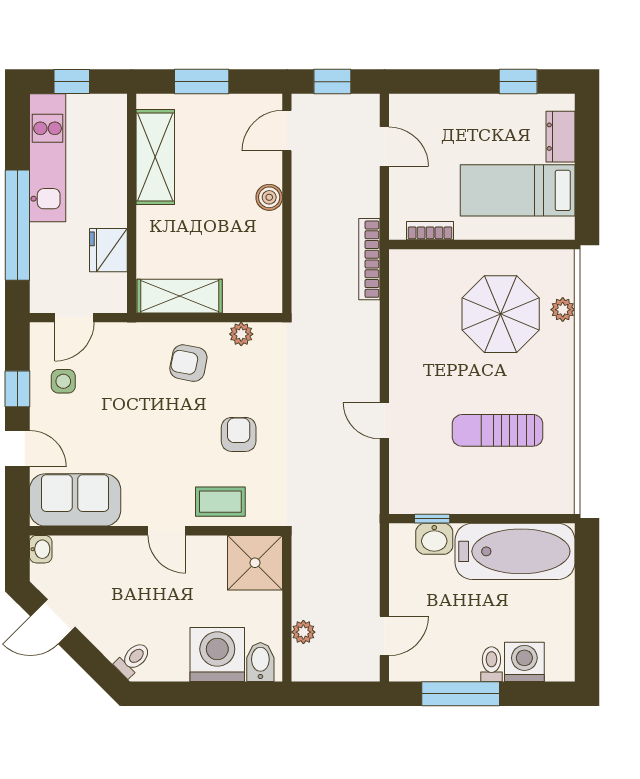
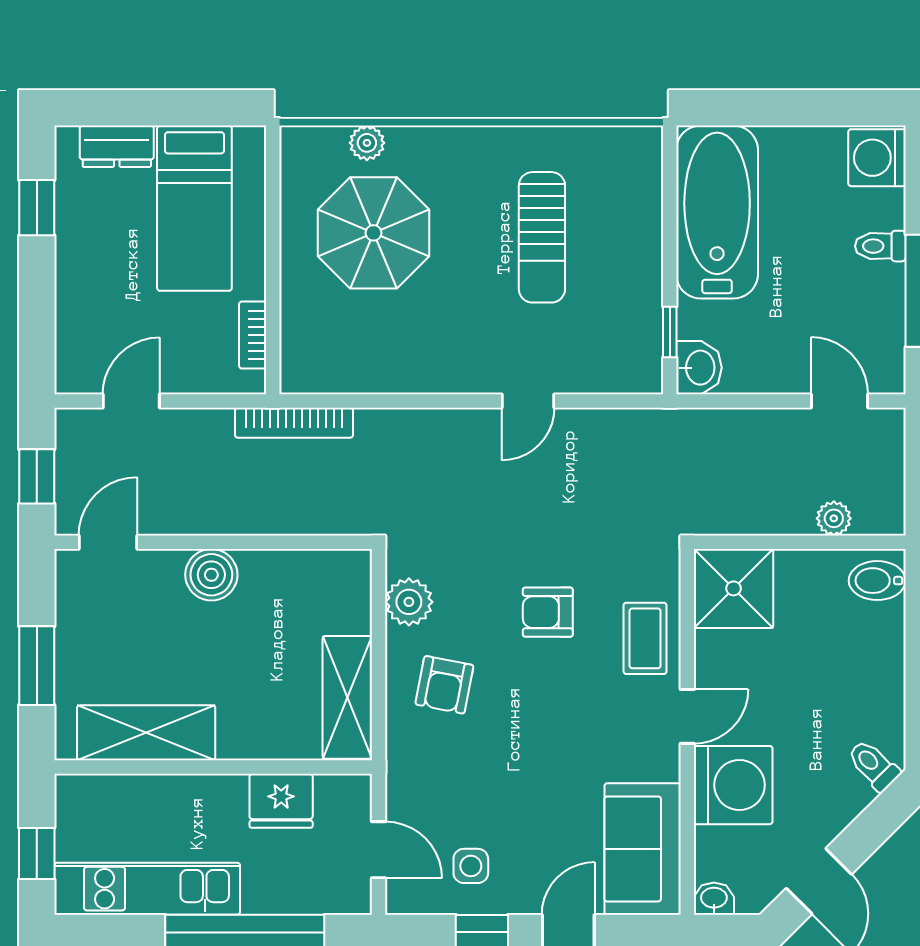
door: (287, 131) -> (108, 542), swing flipped
boiler: (269, 197) -> (211, 575), width x1.36, depth x1.36
plant: (241, 334) -> (409, 602), width x1.38, depth x1.38
washbasin: (434, 539) -> (699, 368), moved
washing machine: (217, 654) -> (733, 785), moved, turned 180
washing machine: (524, 662) -> (877, 158), moved

